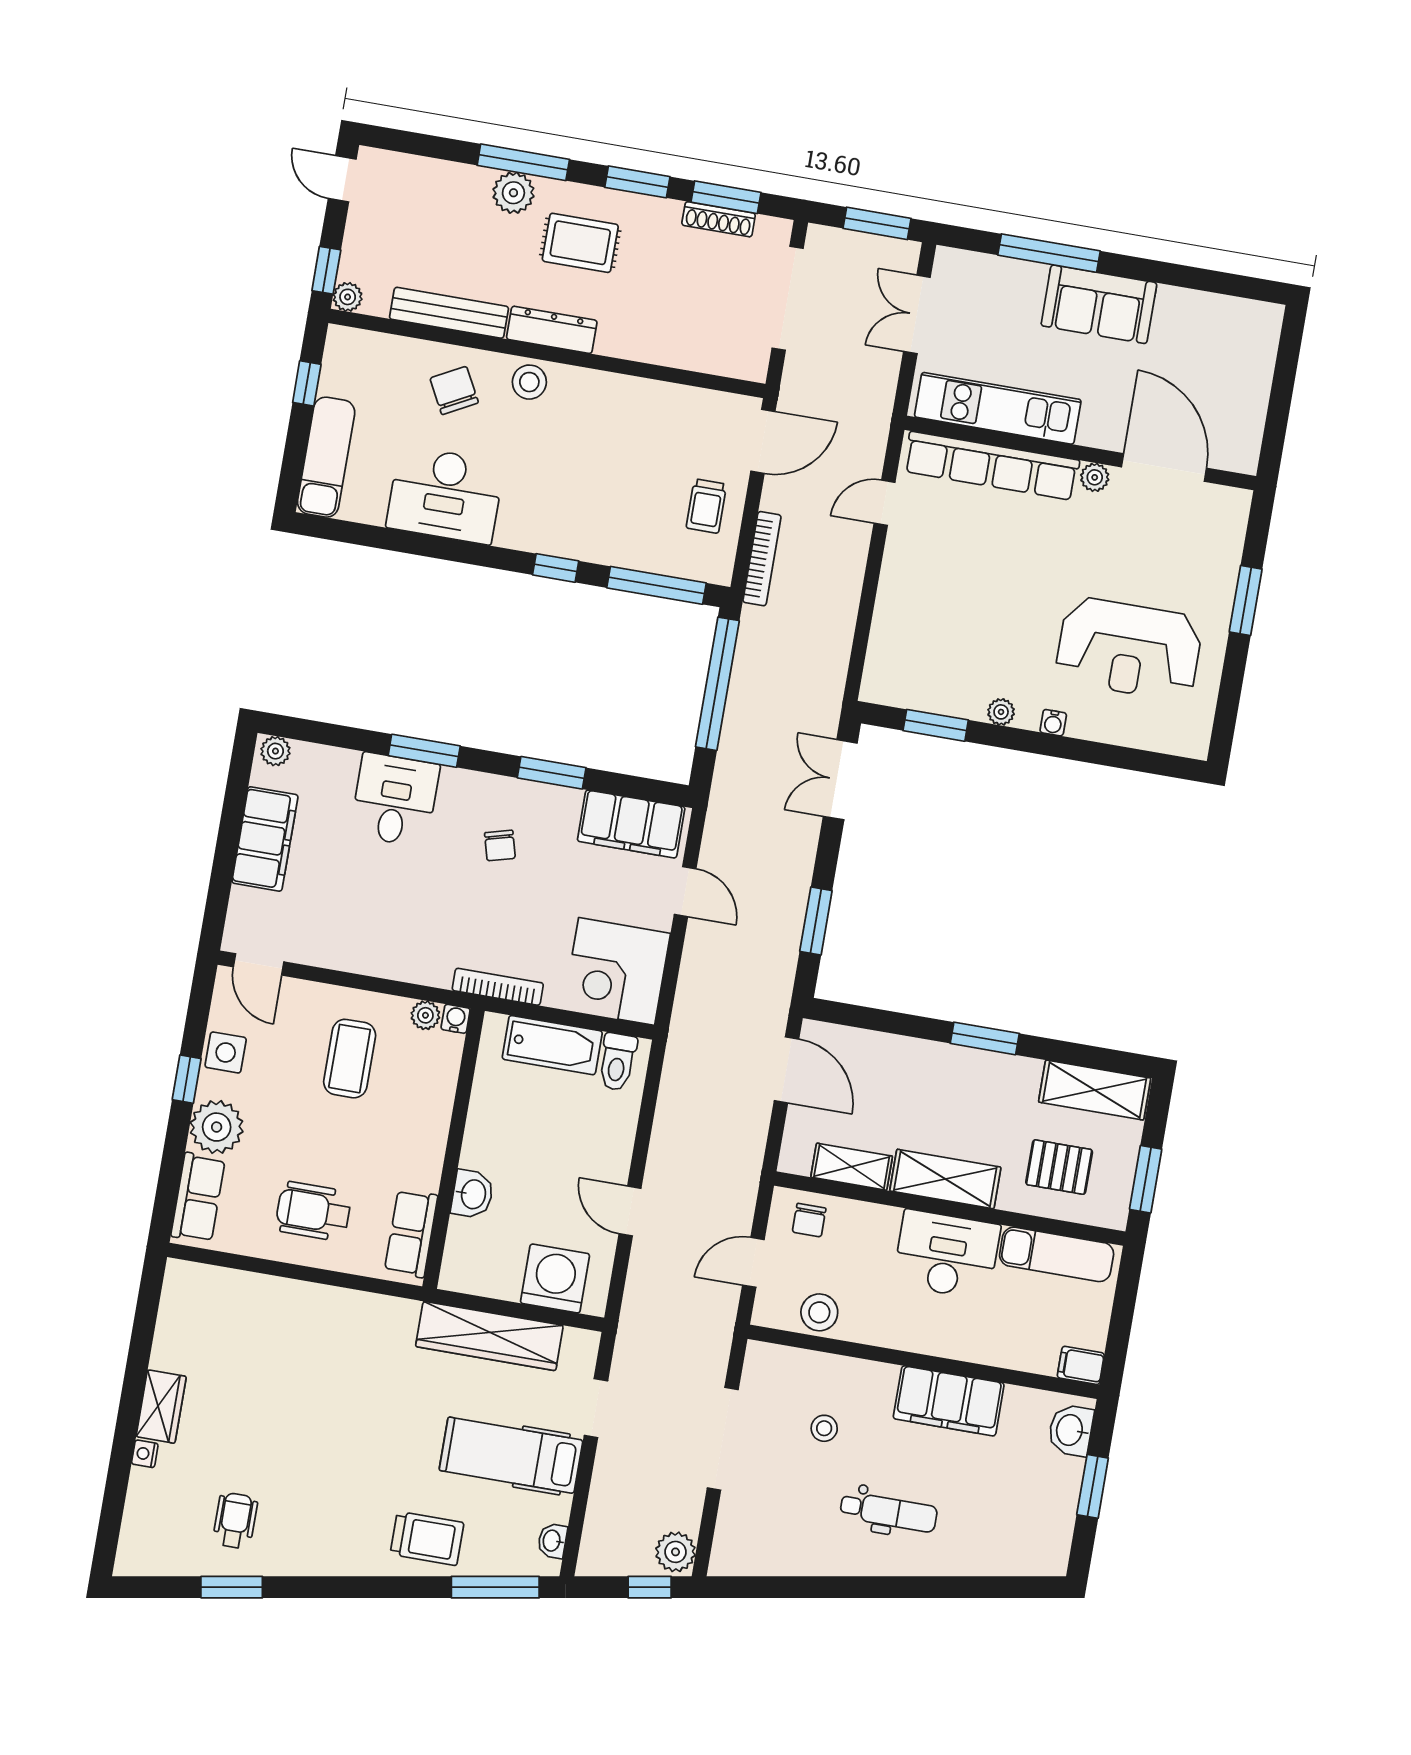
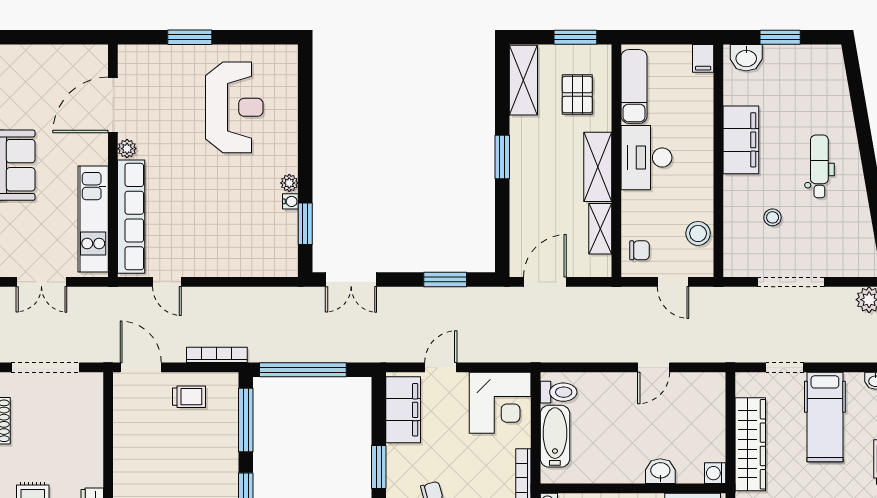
water cooler: (1053, 723) -> (290, 201), moved
washing machine: (555, 1279) -> (715, 473), moved, width x0.53, depth x0.53

